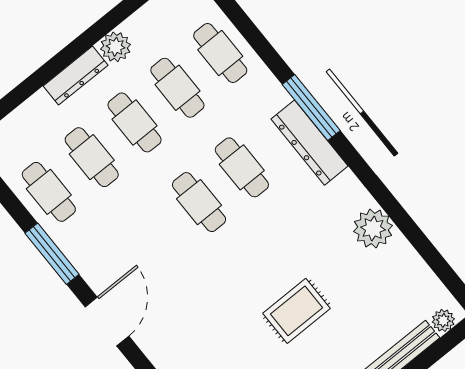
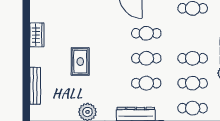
cafe table: (92, 157) -> (146, 33), moved
plant: (443, 320) -> (35, 110), removed

